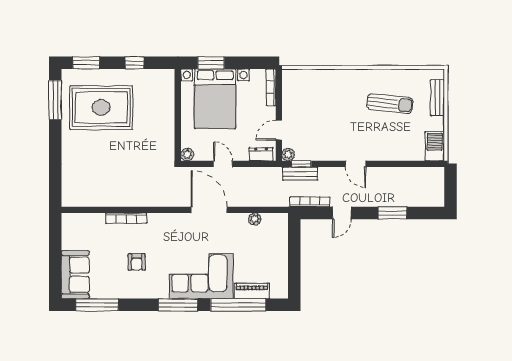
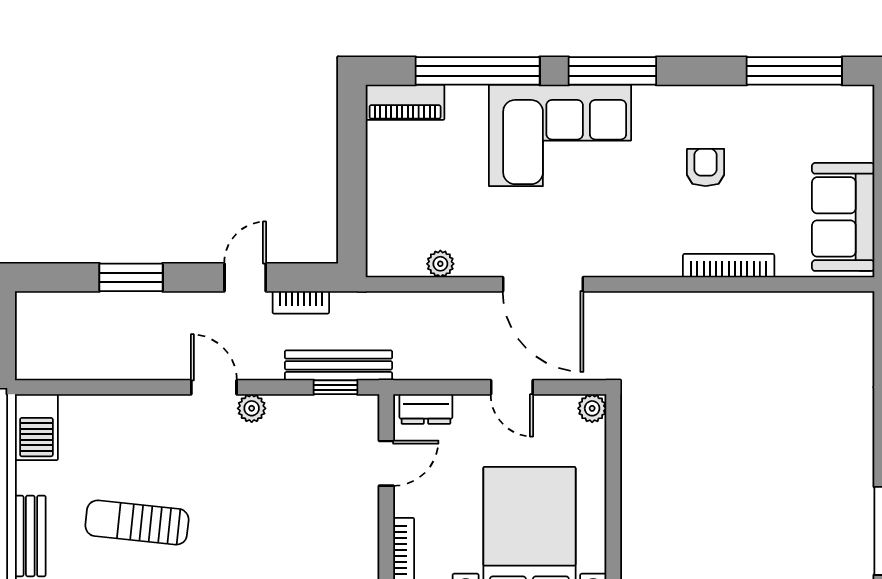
rug: (101, 108) -> (785, 514), removed
plant: (288, 155) -> (252, 408), moved
bench: (300, 174) -> (339, 365), width x1.36
bookcase: (310, 202) -> (301, 302), width x0.64
sofa: (75, 275) -> (843, 217), moved
piano: (252, 291) -> (405, 102), moved

